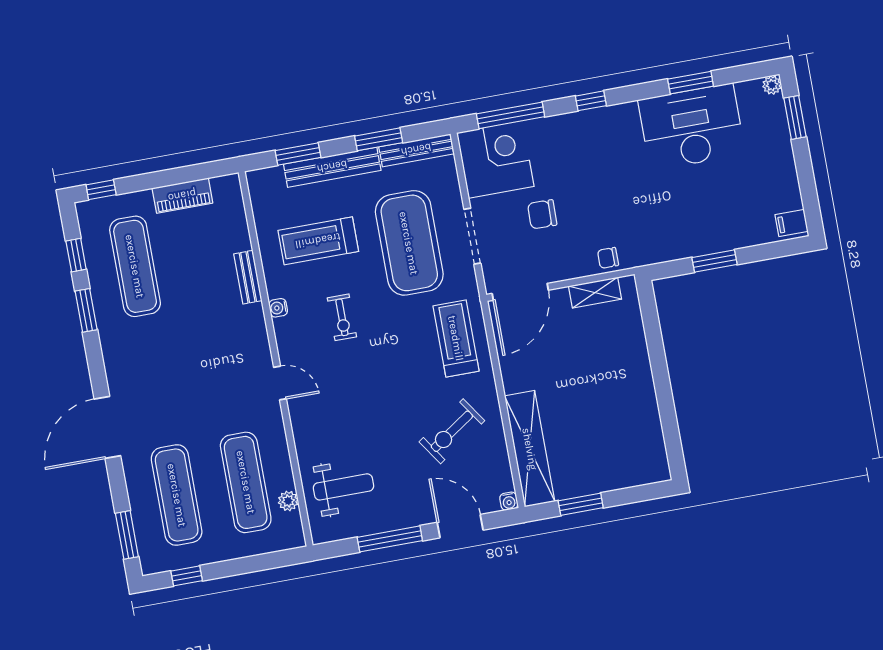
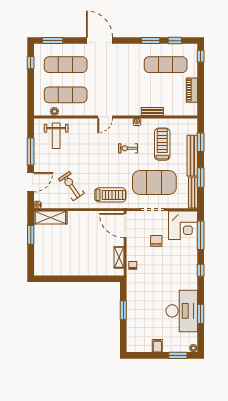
filing cabinet: (792, 223) -> (157, 346), moved
shelving: (530, 449) -> (50, 218), width x0.68

